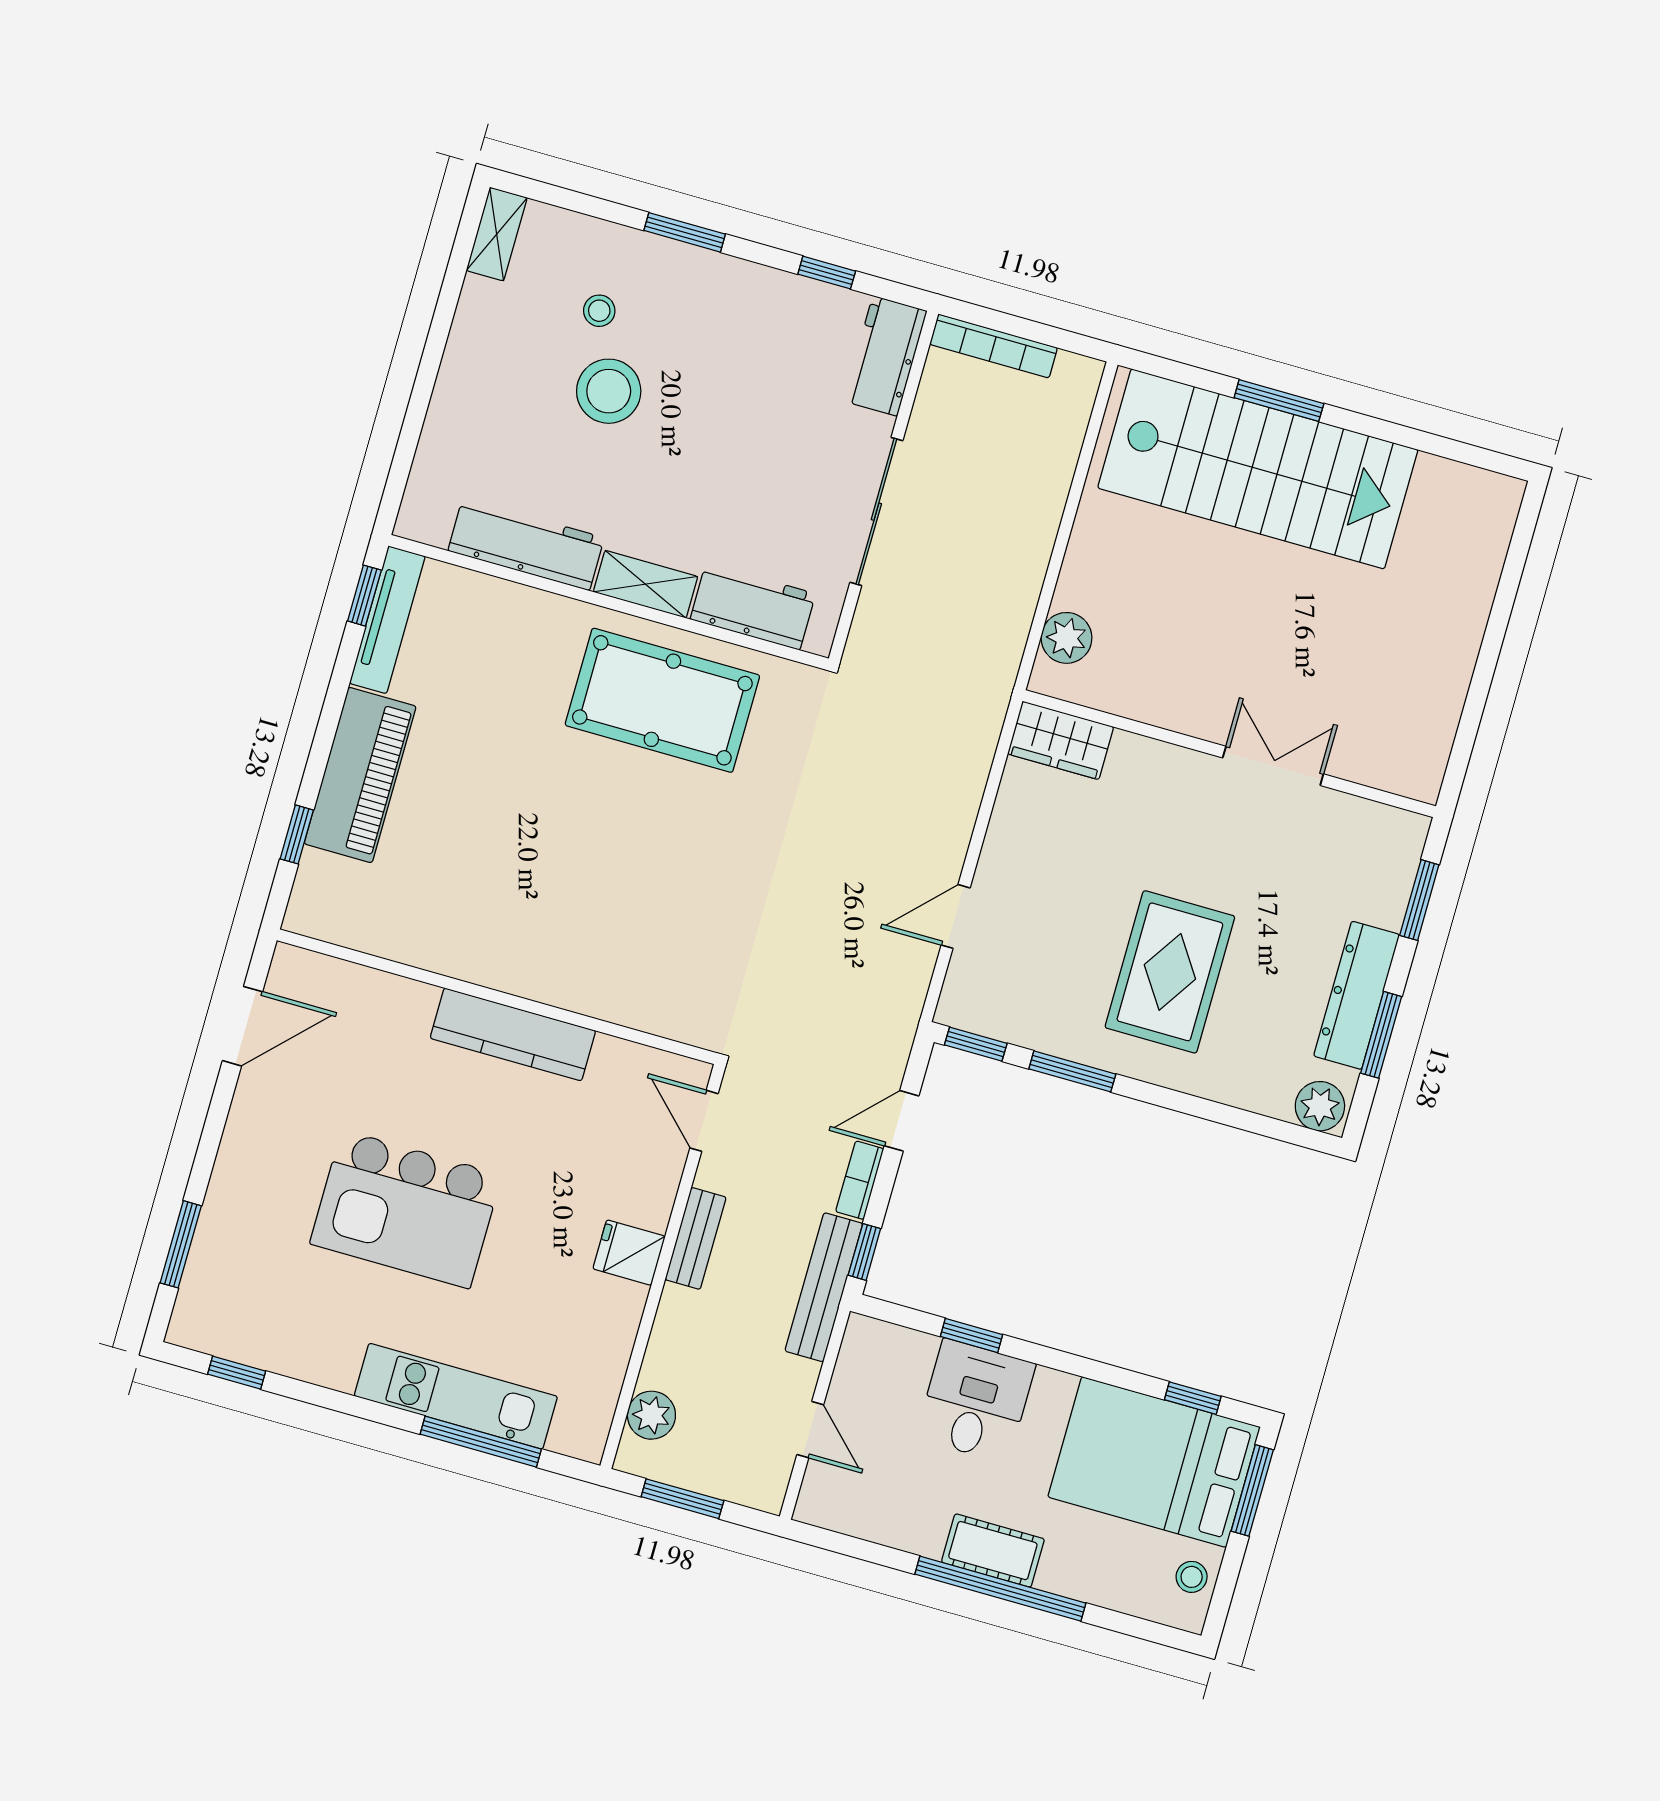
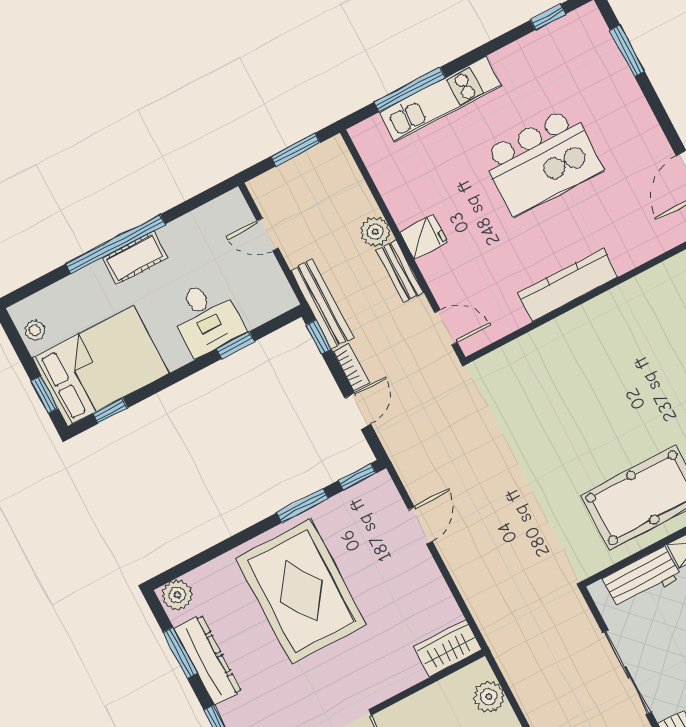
rug: (1170, 972) -> (301, 591), width x1.37, depth x1.44
kitchen island: (406, 1209) -> (542, 162), turned 180
plant: (651, 1415) -> (375, 232), moved
window: (1252, 1490) -> (45, 395), width x0.67

